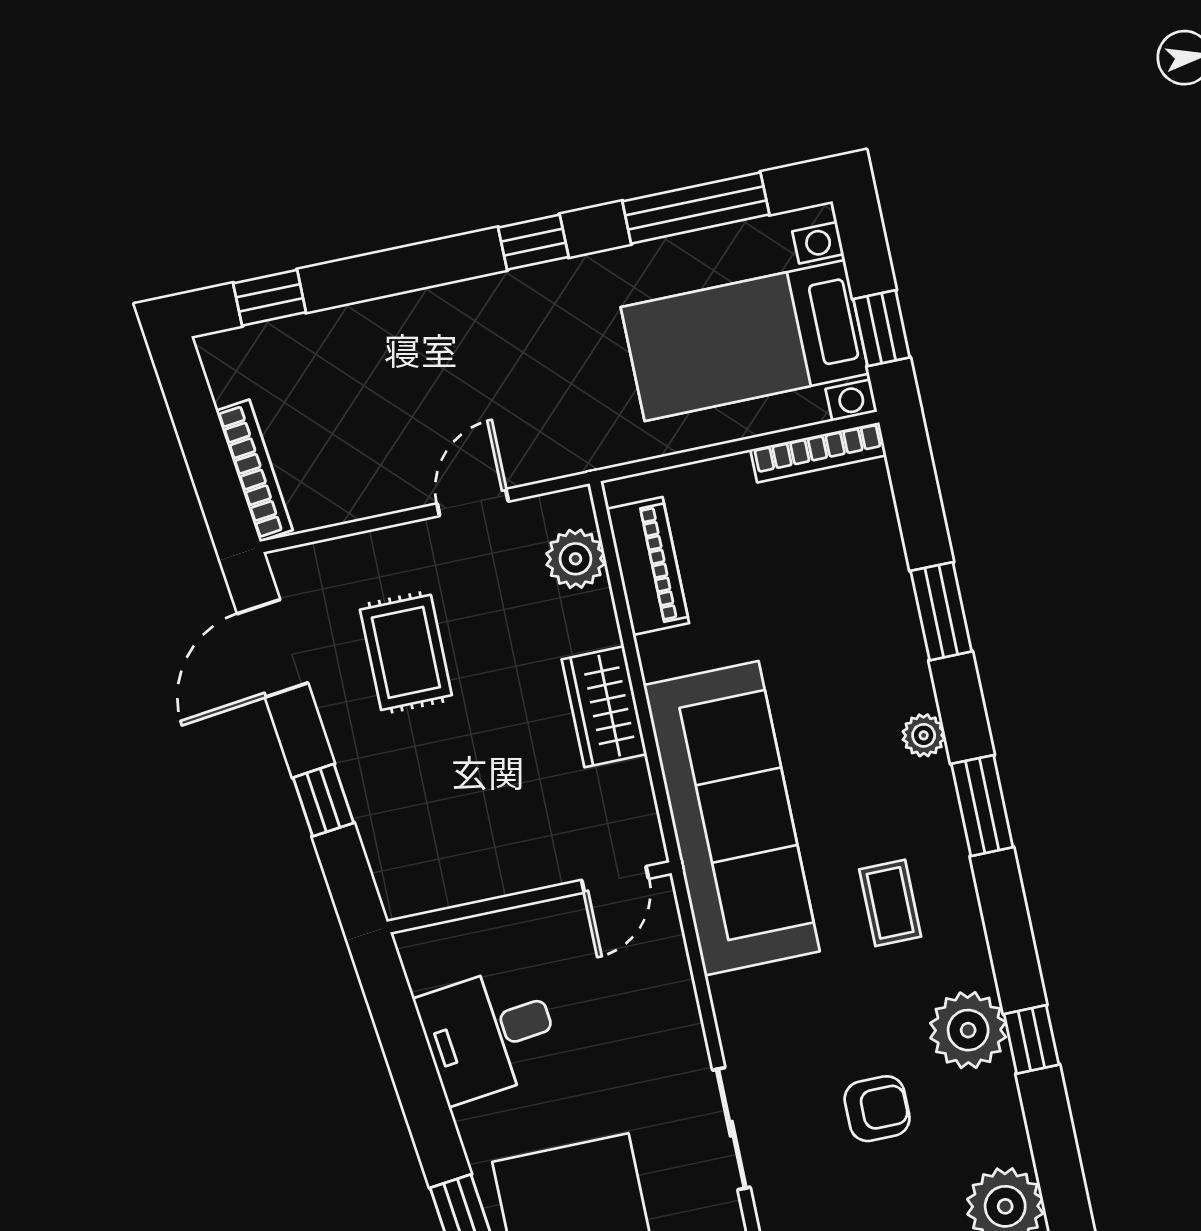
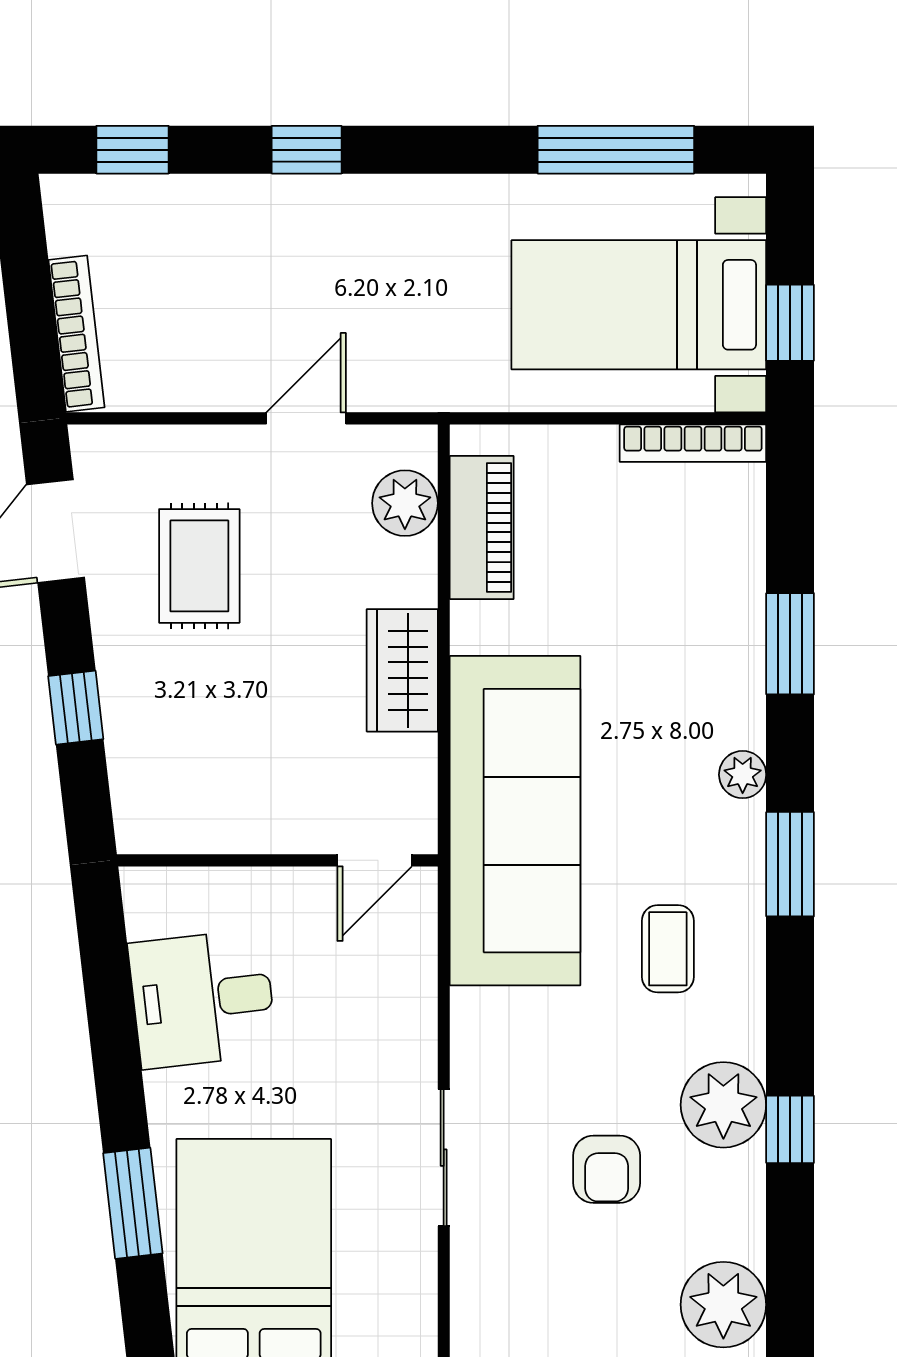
window: (533, 242) -> (307, 150), moved
armchair: (877, 1109) -> (607, 1169), turned 90

